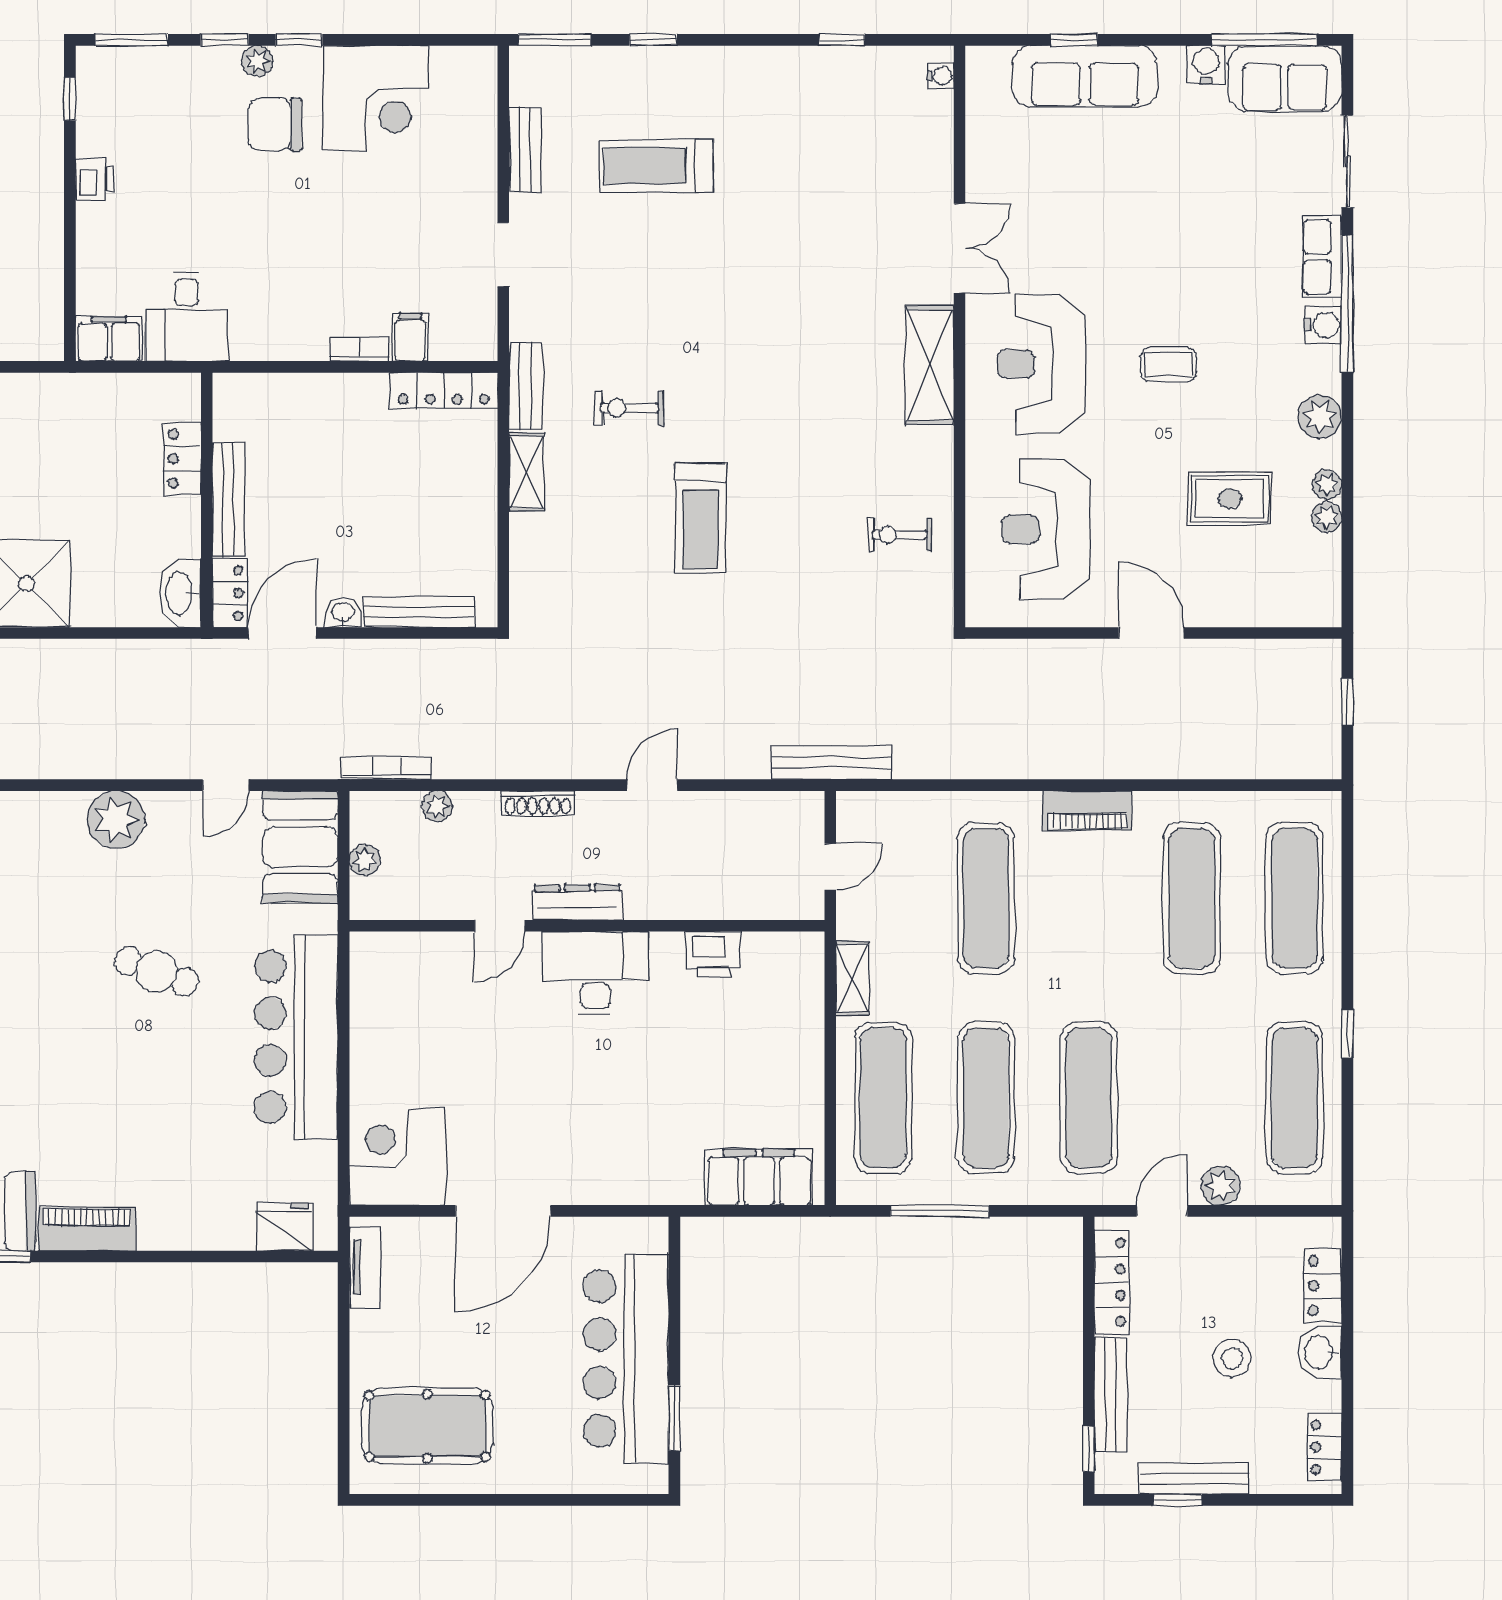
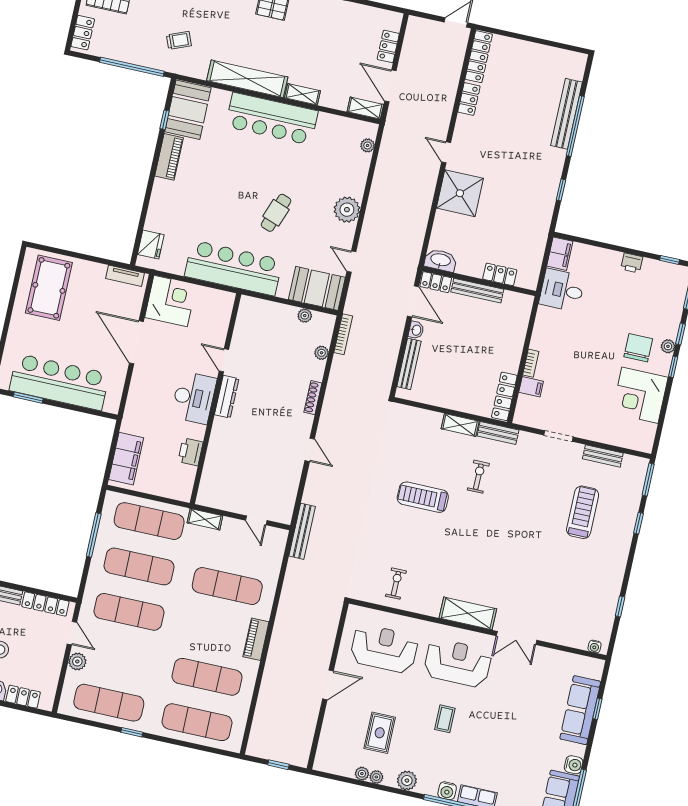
dresser: (577, 902) -> (227, 397), moved
door: (500, 926) -> (224, 360), moved
wall: (587, 926) -> (215, 399), moved
printer: (713, 954) -> (191, 452), moved
desk: (595, 973) -> (194, 398), moved

